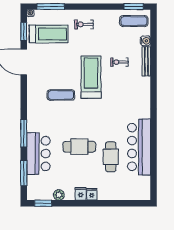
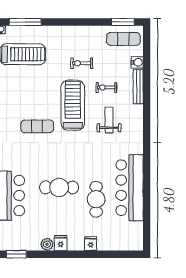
exercise bike: (84, 24) -> (82, 63), moved
weight bench: (122, 90) -> (109, 120), added
fridge: (92, 194) -> (91, 244), moved
plant: (59, 195) -> (47, 244), moved

